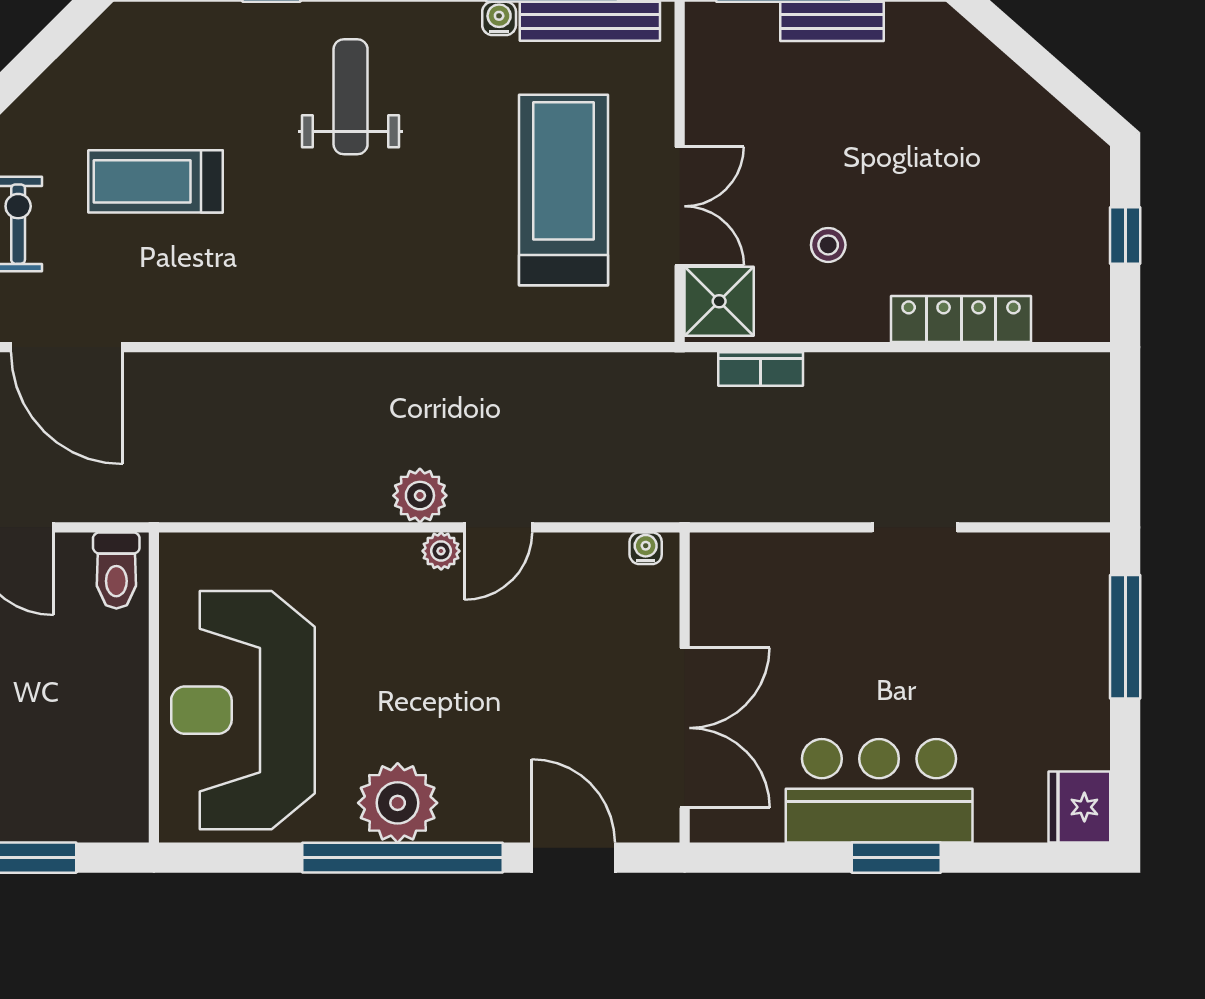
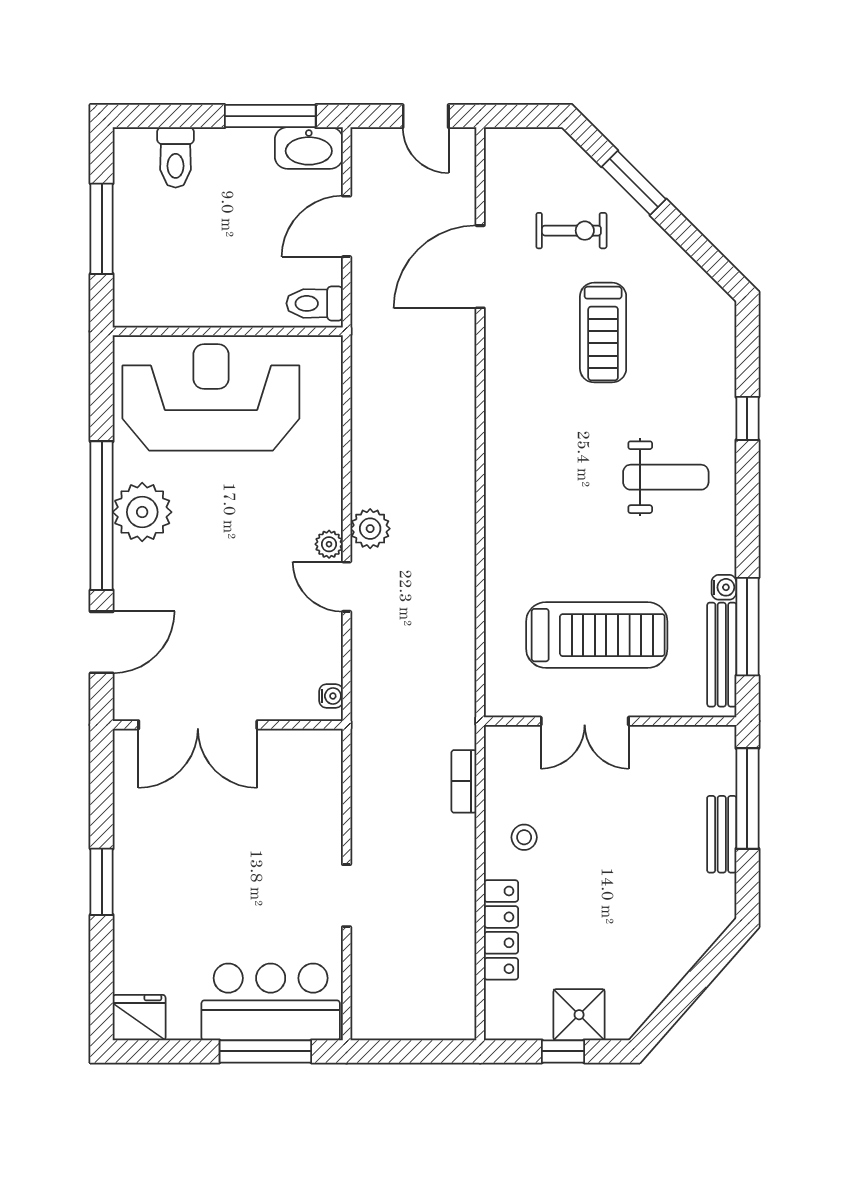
treadmill: (156, 181) -> (603, 333), turned 180
stool: (828, 245) -> (524, 837), moved
shower: (719, 301) -> (579, 1015), moved
bar counter: (879, 791) -> (271, 1002), moved, turned -90

